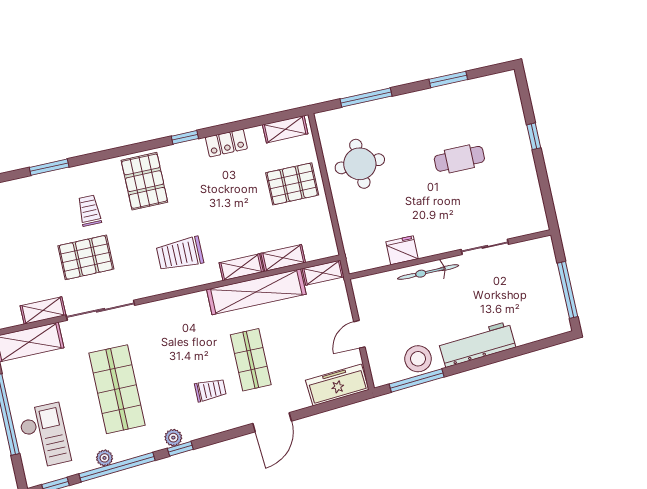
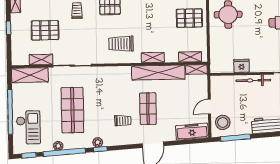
pallet: (86, 257) -> (45, 30), moved
shelving: (283, 258) -> (190, 57), moved
stool: (418, 359) -> (223, 122), moved

